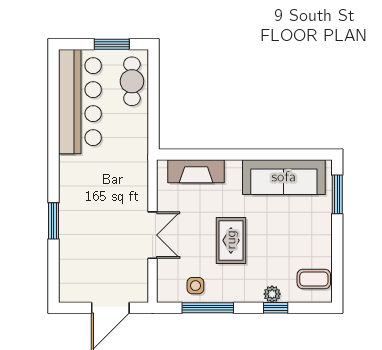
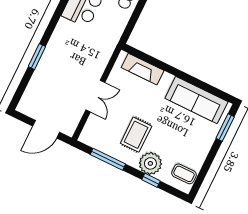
rug: (231, 240) -> (136, 135), moved
side table: (195, 286) -> (107, 141), removed
plant: (272, 294) -> (150, 163), width x1.87, depth x1.87

